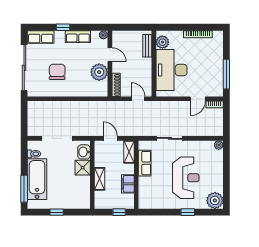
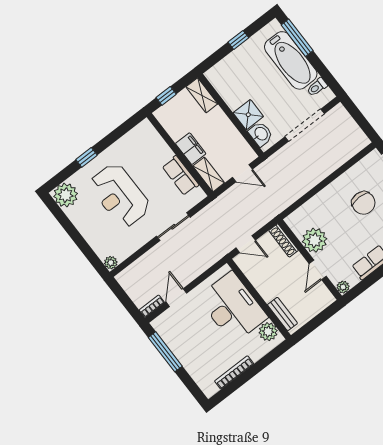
door: (110, 55) -> (318, 270), hinge flipped
shelving: (100, 179) -> (202, 95), moved
filing cabinet: (128, 184) -> (191, 149), moved

